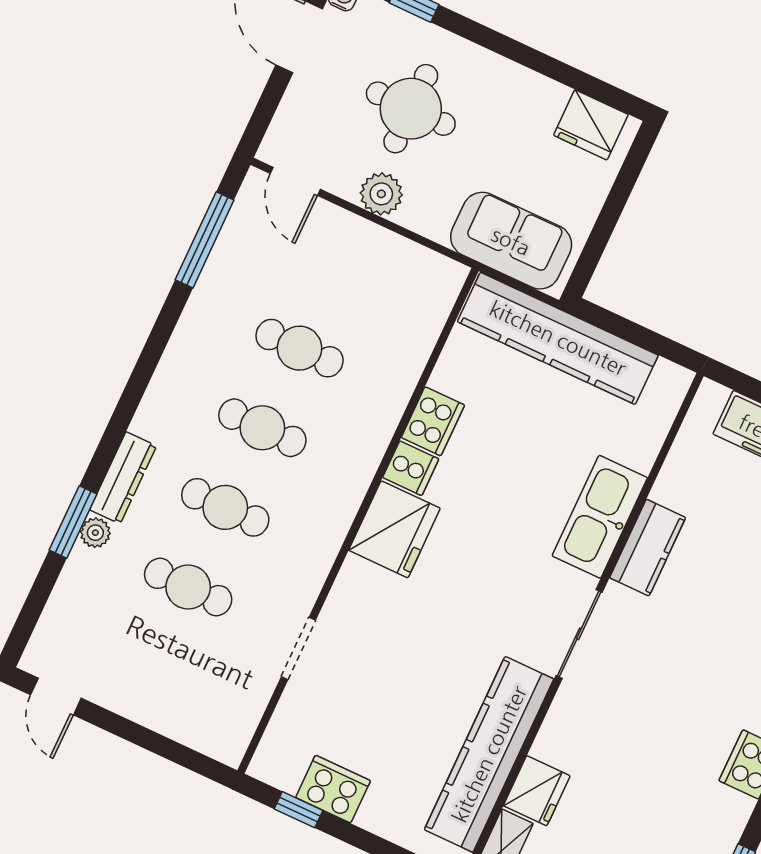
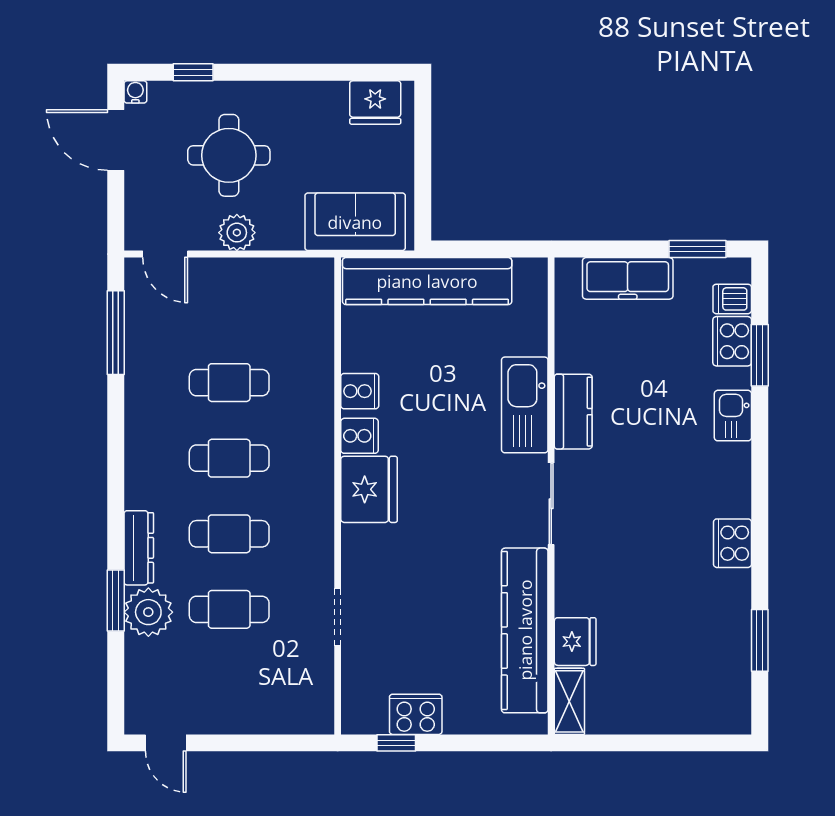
cooker: (433, 421) -> (360, 391), width x0.73
plant: (95, 533) -> (148, 612), width x1.87, depth x1.87

